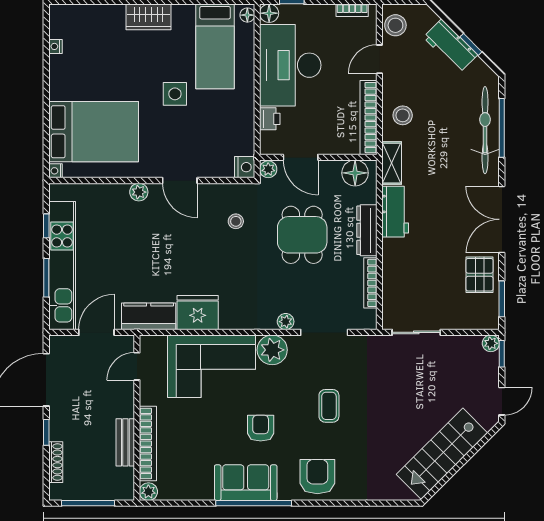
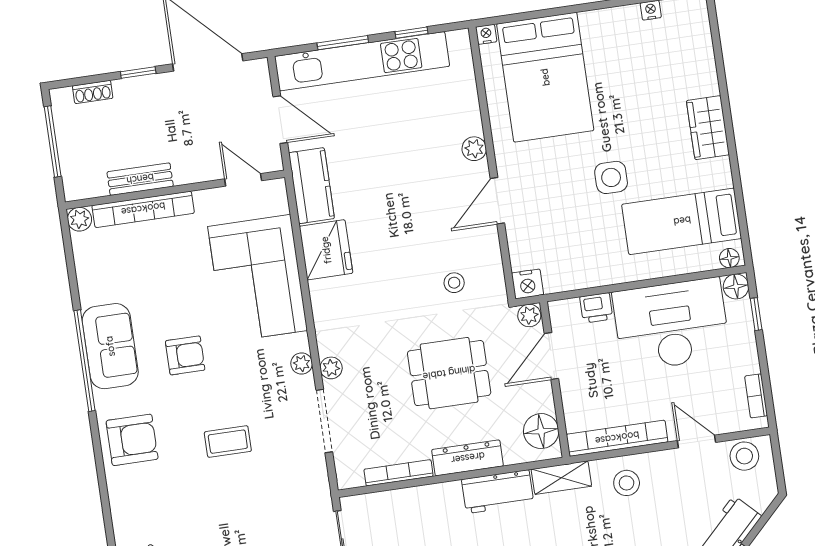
plant: (272, 350) -> (302, 363), width x0.53, depth x0.53
shoe rack: (56, 462) -> (93, 92), width x0.70

